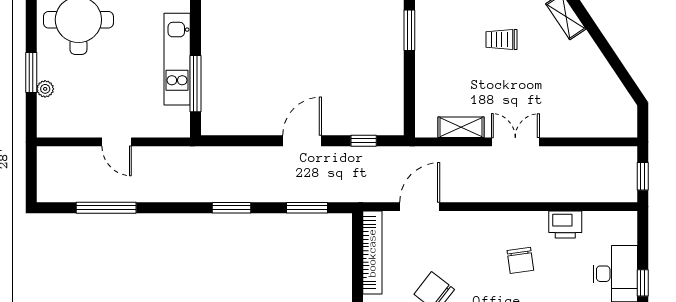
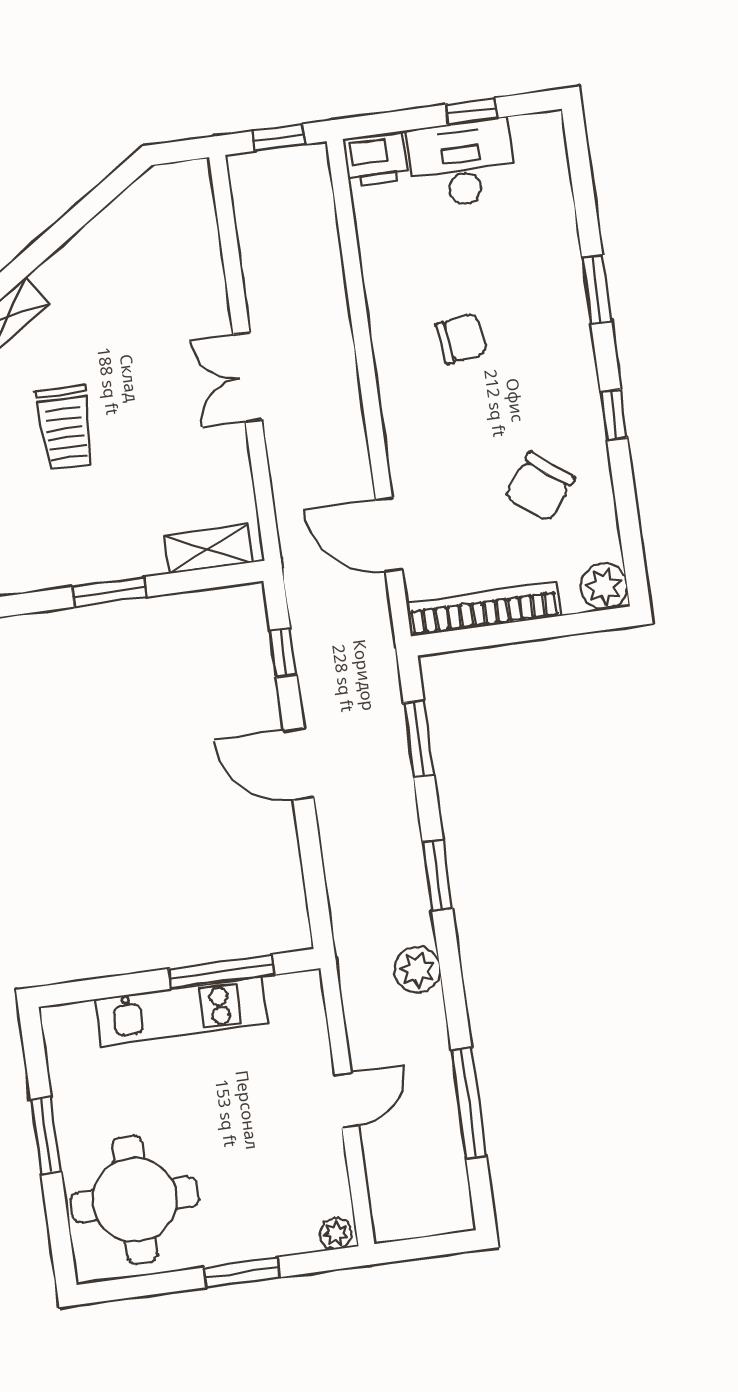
window: (409, 30) -> (109, 592), moved
trolley: (501, 39) -> (65, 428), width x1.36, depth x1.39
plant: (45, 89) -> (336, 1234), moved
shelving: (461, 127) -> (208, 549), moved, turned 90
plant: (182, 190) -> (417, 970), added
printer: (565, 225) -> (376, 159), moved, turned 90

